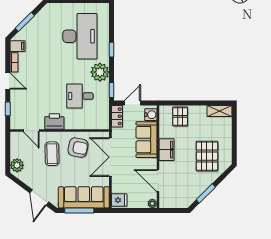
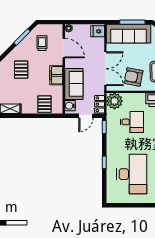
desk: (80, 36) -> (132, 174), turned 180
plant: (100, 72) -> (114, 101), moved
pallet: (207, 156) -> (21, 70), width x0.67, depth x0.71
trolley: (183, 186) -> (42, 43), added

